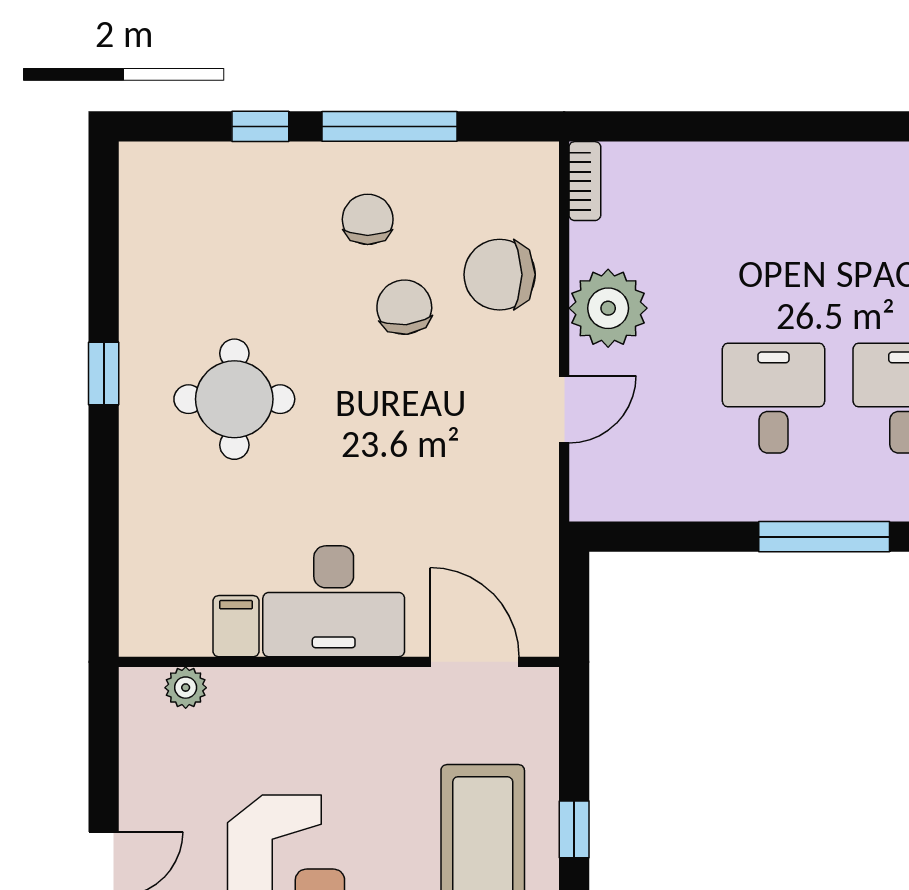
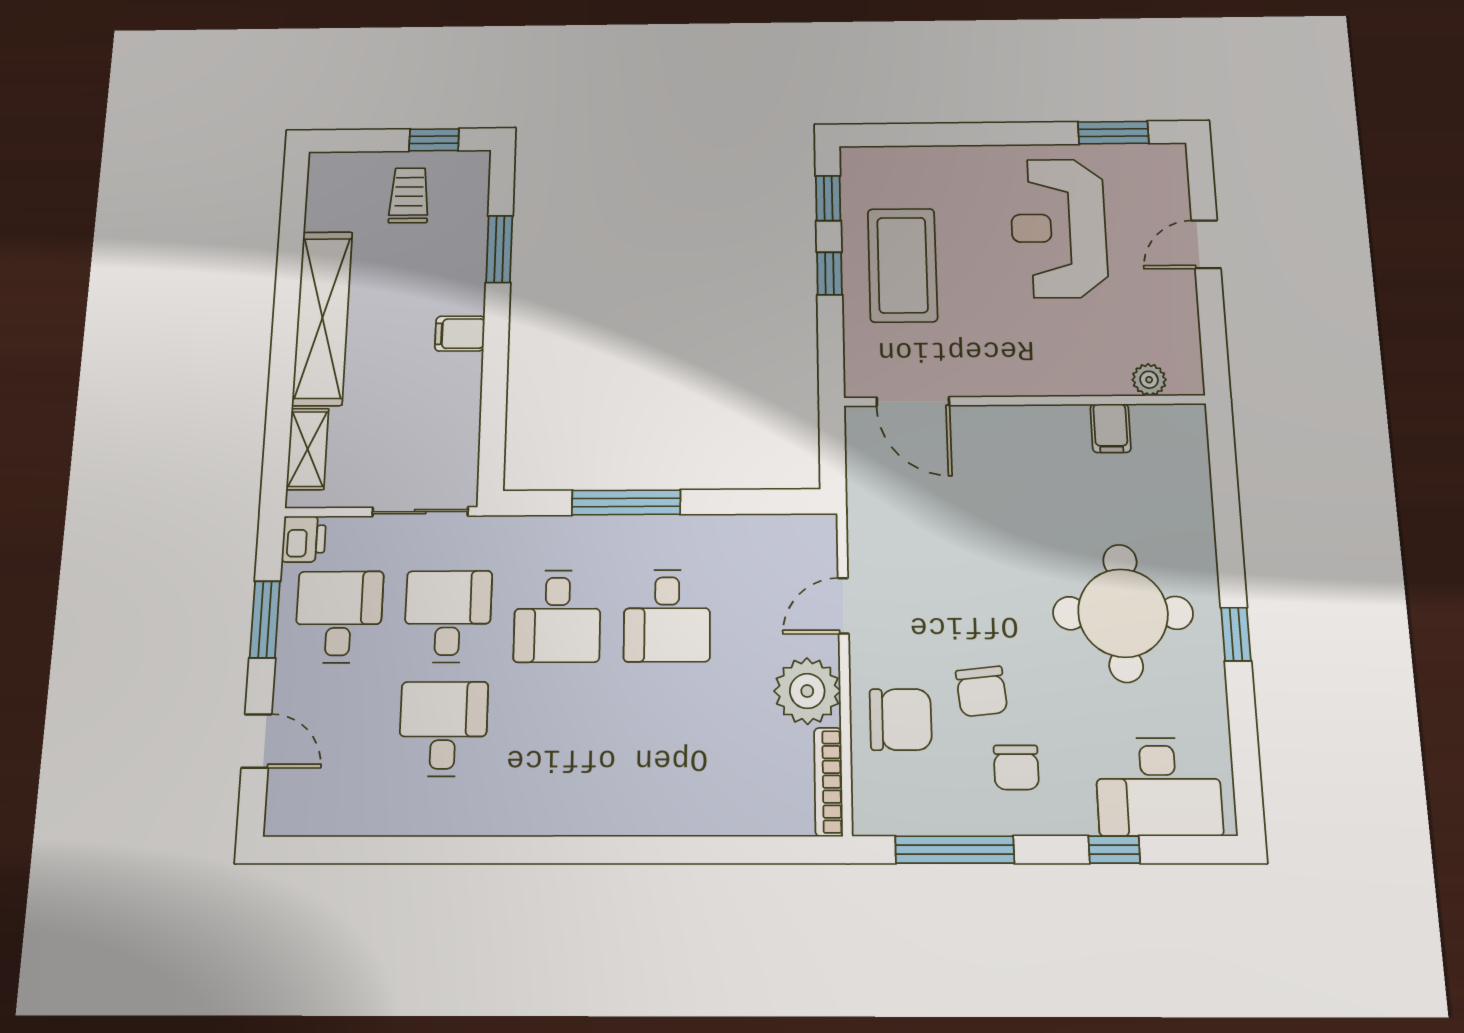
window: (390, 126) -> (955, 850), moved
bookcase: (585, 181) -> (828, 782), width x1.56
round table: (234, 399) -> (1123, 613), width x1.36, depth x1.36
desk: (334, 601) -> (1159, 787), moved, turned 180

